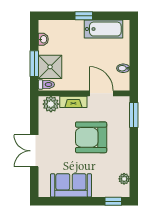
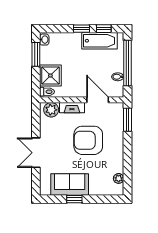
window: (108, 16) -> (104, 29), added
washbasin: (43, 39) -> (44, 40), moved
window: (134, 53) -> (128, 63), added
window: (34, 64) -> (36, 54), moved
window: (113, 201) -> (74, 199), moved

